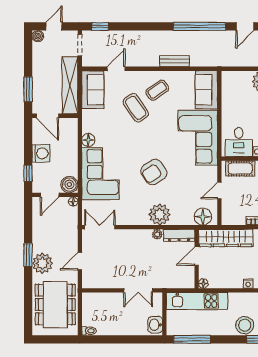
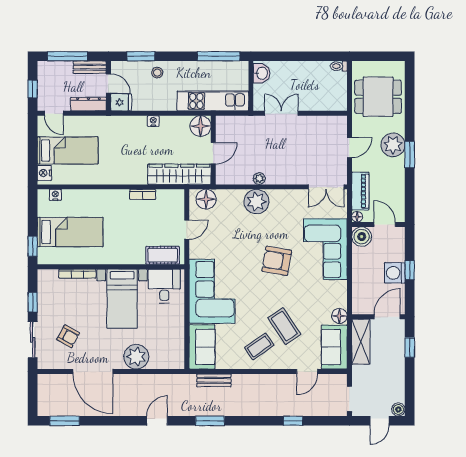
window: (100, 26) -> (293, 421), moved
window: (199, 26) -> (210, 421), width x0.47
bench: (174, 61) -> (214, 380), moved
shelving: (70, 85) -> (361, 342), width x0.68
window: (28, 89) -> (410, 347), width x0.67
door: (47, 116) -> (387, 317), hinge flipped
floor lamp: (88, 140) -> (339, 316), moved
armchair: (154, 172) -> (277, 261), moved, turned -137
window: (28, 173) -> (410, 270), moved
door: (50, 195) -> (385, 224), hinge flipped
piano: (70, 224) -> (360, 191), added
dresser: (179, 235) -> (234, 177), removed
floor lamp: (203, 284) -> (201, 126), width x1.89, depth x1.89
dining table: (55, 305) -> (378, 97), width x0.73
stool: (245, 325) -> (157, 73), width x0.53, depth x0.53

